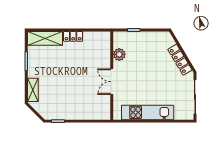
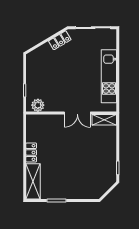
plant: (119, 54) -> (38, 105), moved
locker: (180, 60) -> (60, 40), width x0.66
shelving: (33, 90) -> (104, 120), moved

